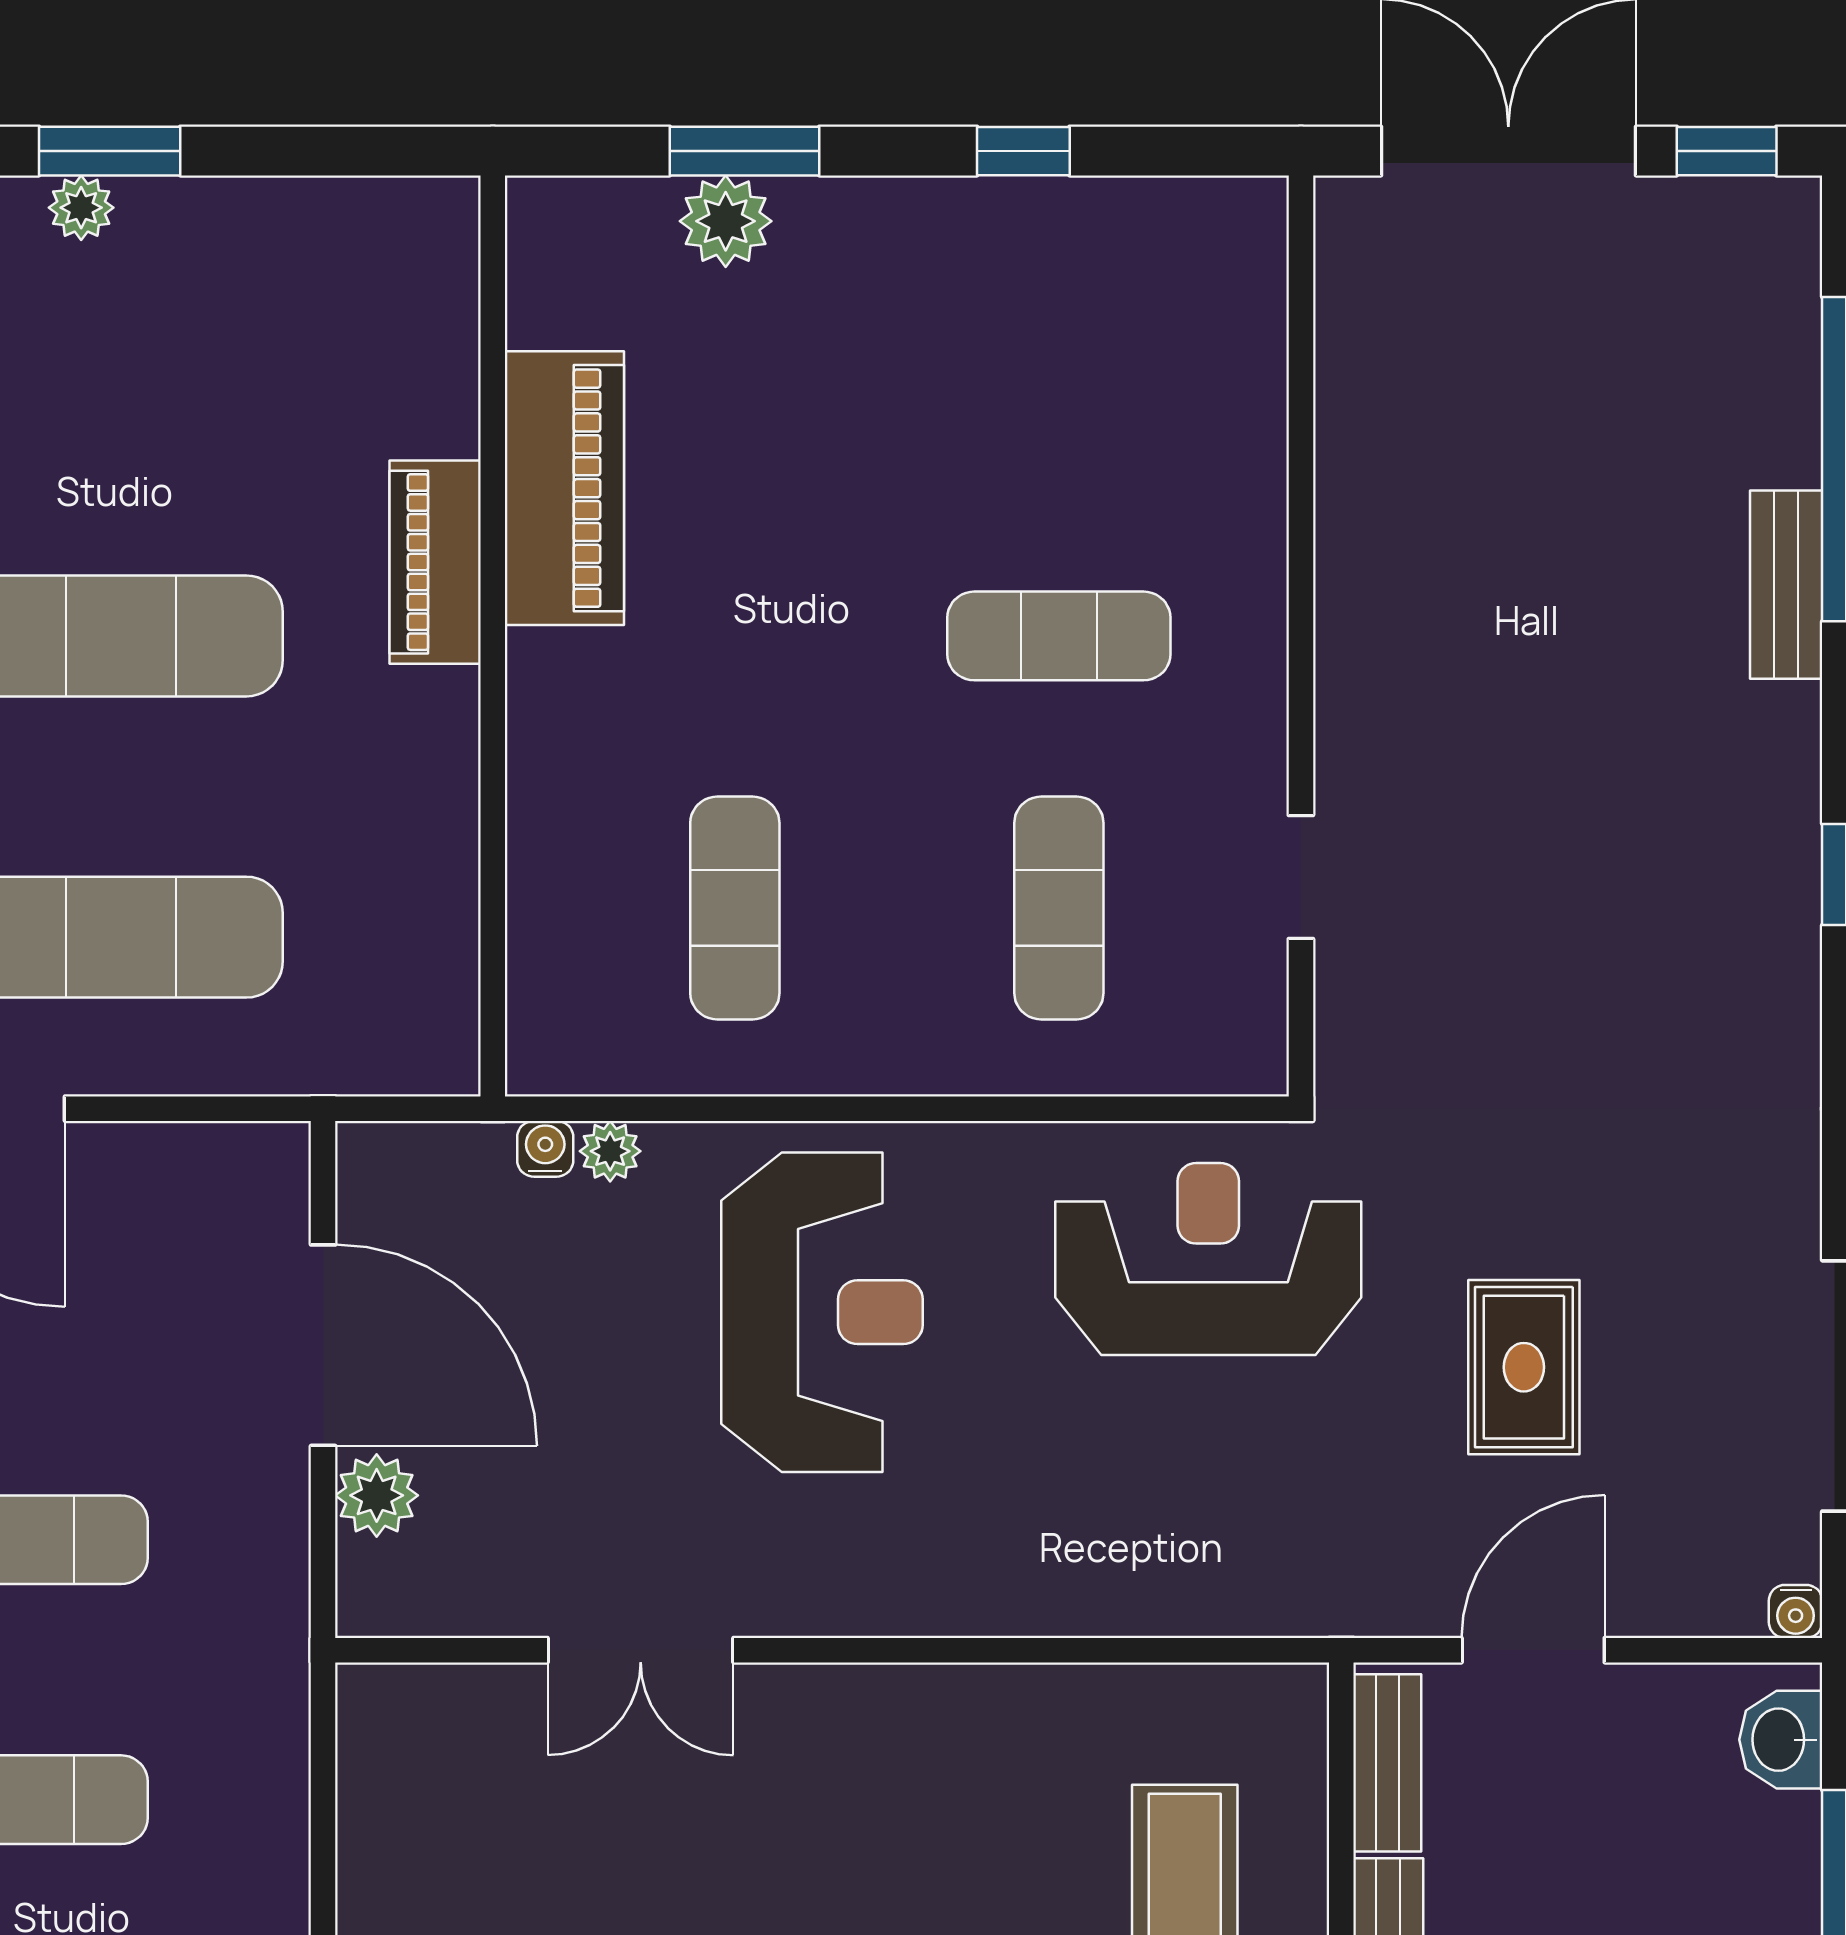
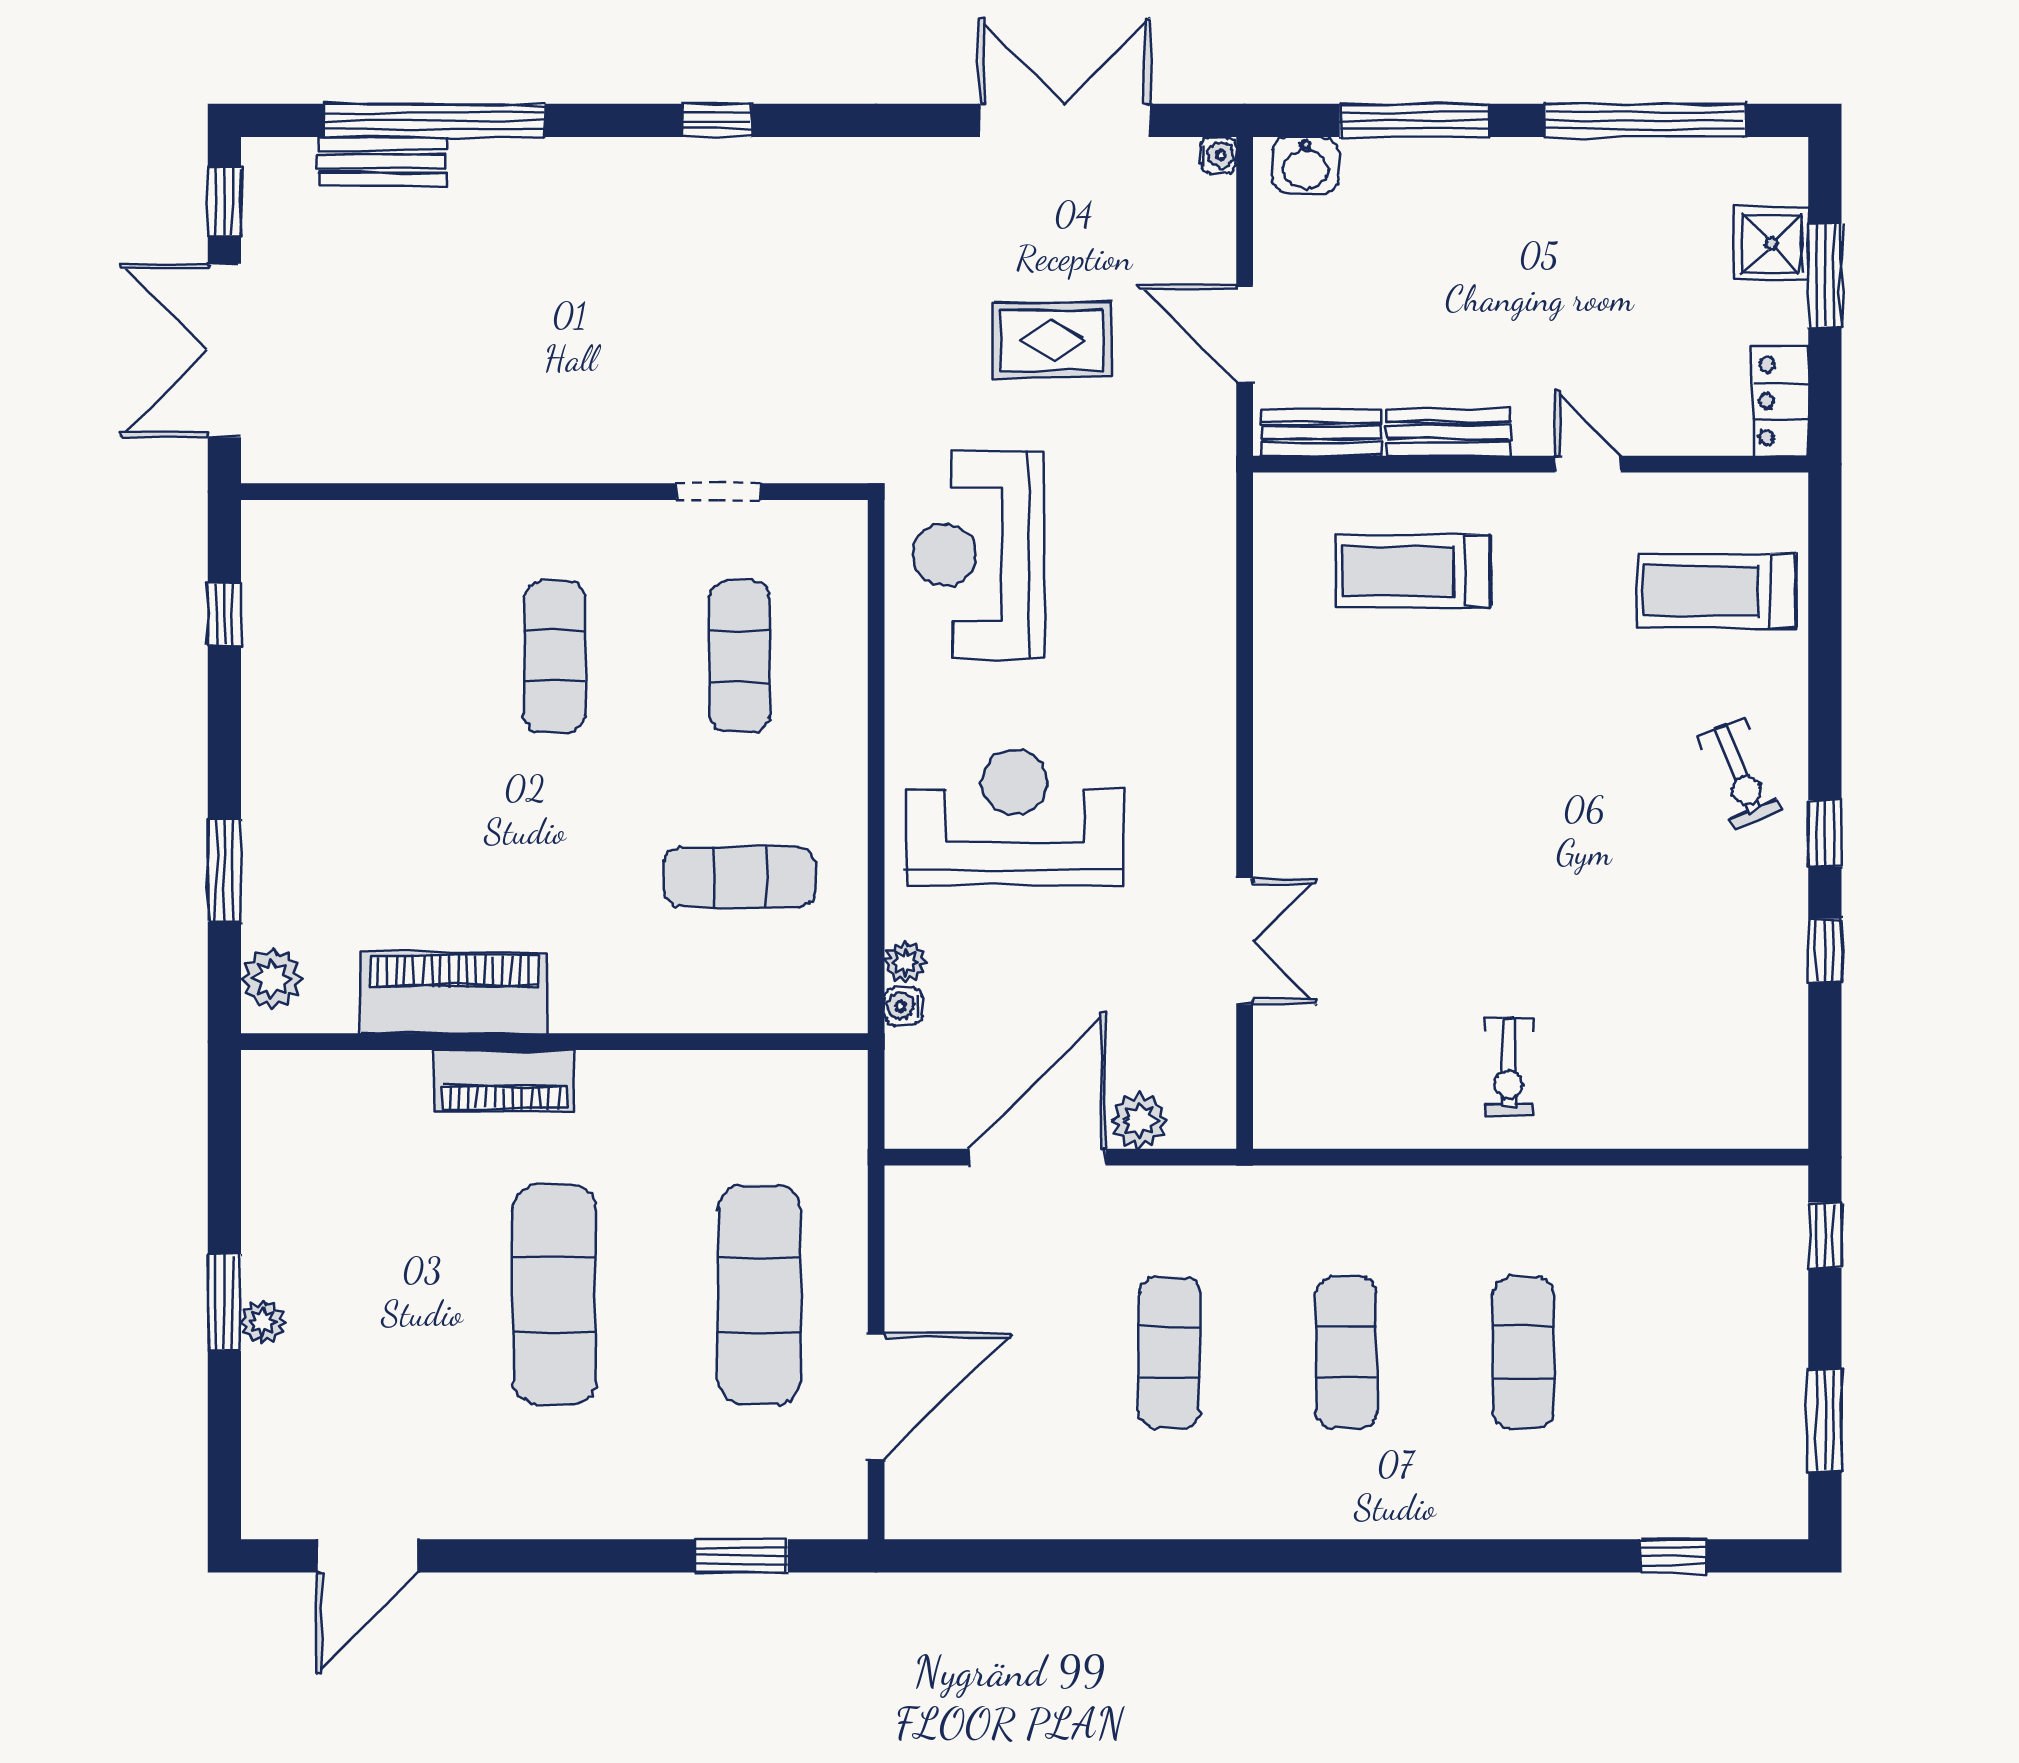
window: (1023, 151) -> (224, 614), moved
plant: (726, 221) -> (272, 978), moved
bench: (1786, 585) -> (382, 161), moved
exercise mat: (1059, 908) -> (740, 656), turned 90

